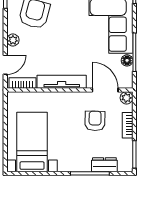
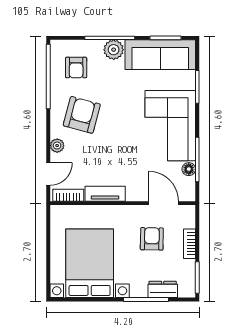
tv unit: (62, 82) -> (105, 194), width x0.71
plant: (127, 98) -> (188, 212), removed
bed with nightstands: (32, 142) -> (90, 263), width x1.36

